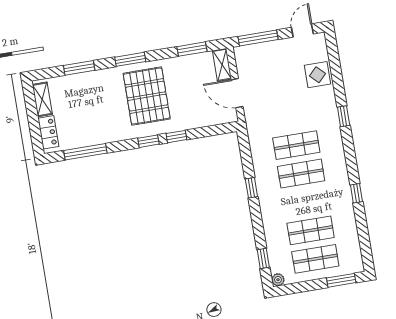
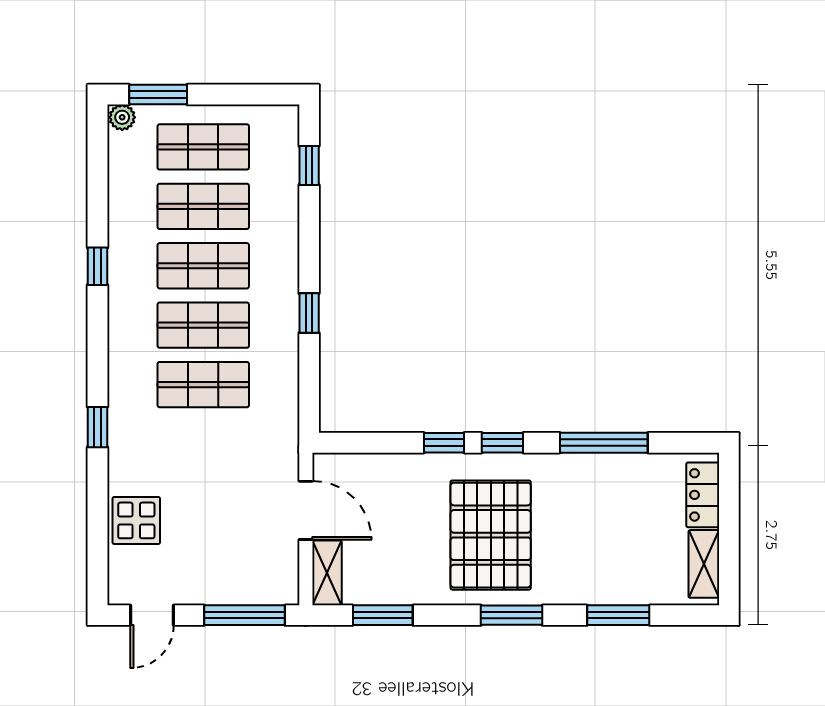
window: (85, 152) -> (604, 443), moved
shop shelf: (306, 202) -> (203, 266), added
plant: (278, 280) -> (122, 117), moved

